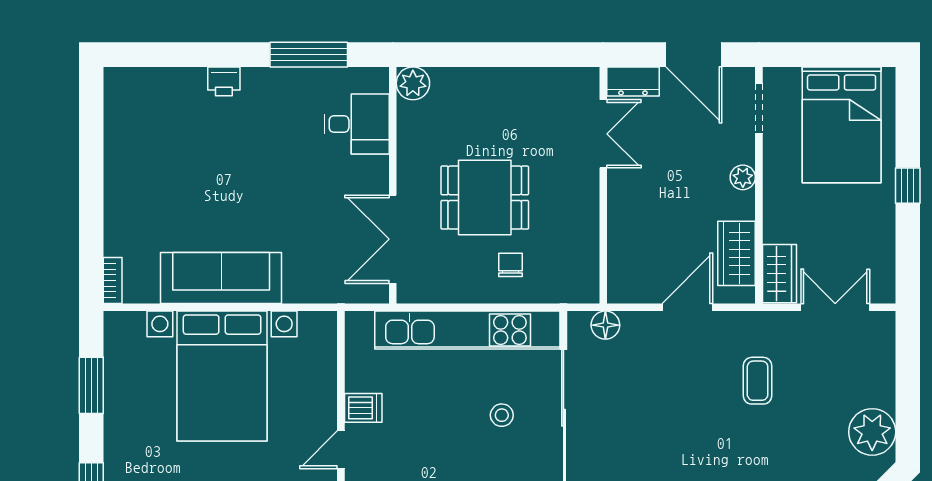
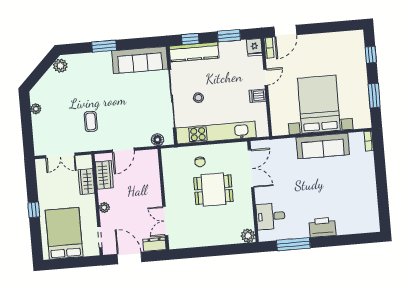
printer: (224, 81) -> (322, 227), width x1.87, depth x1.48
wardrobe: (779, 274) -> (86, 182), moved
plant: (872, 432) -> (36, 109), width x0.53, depth x0.53

